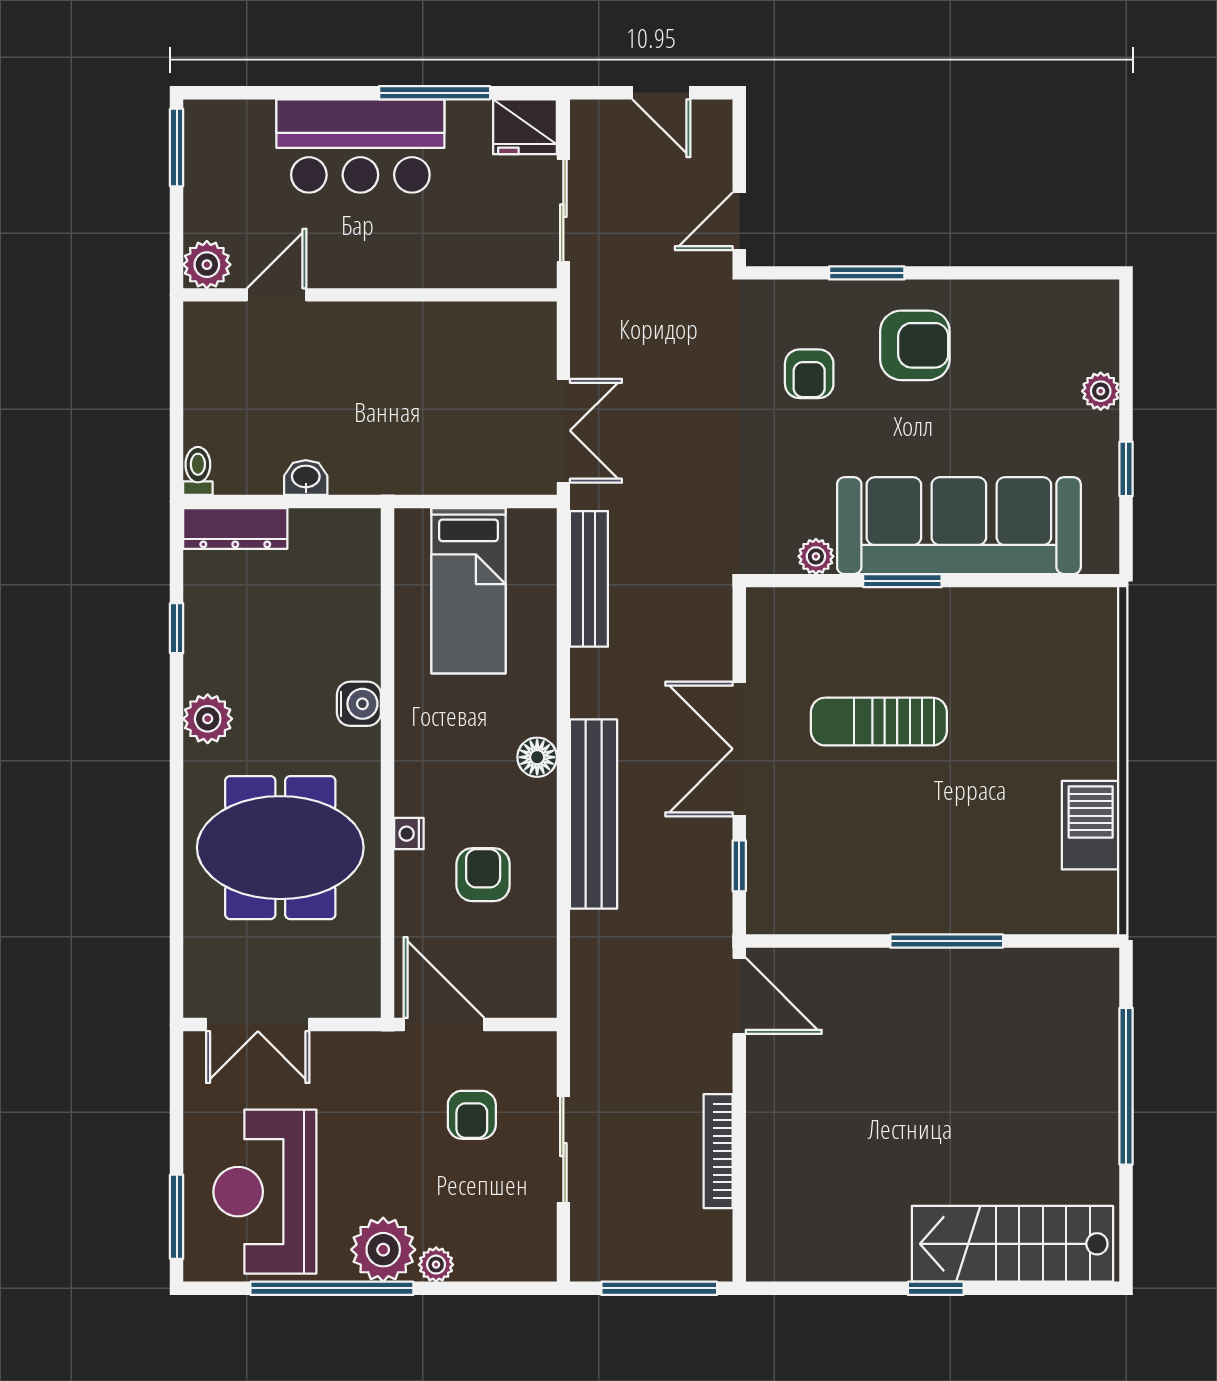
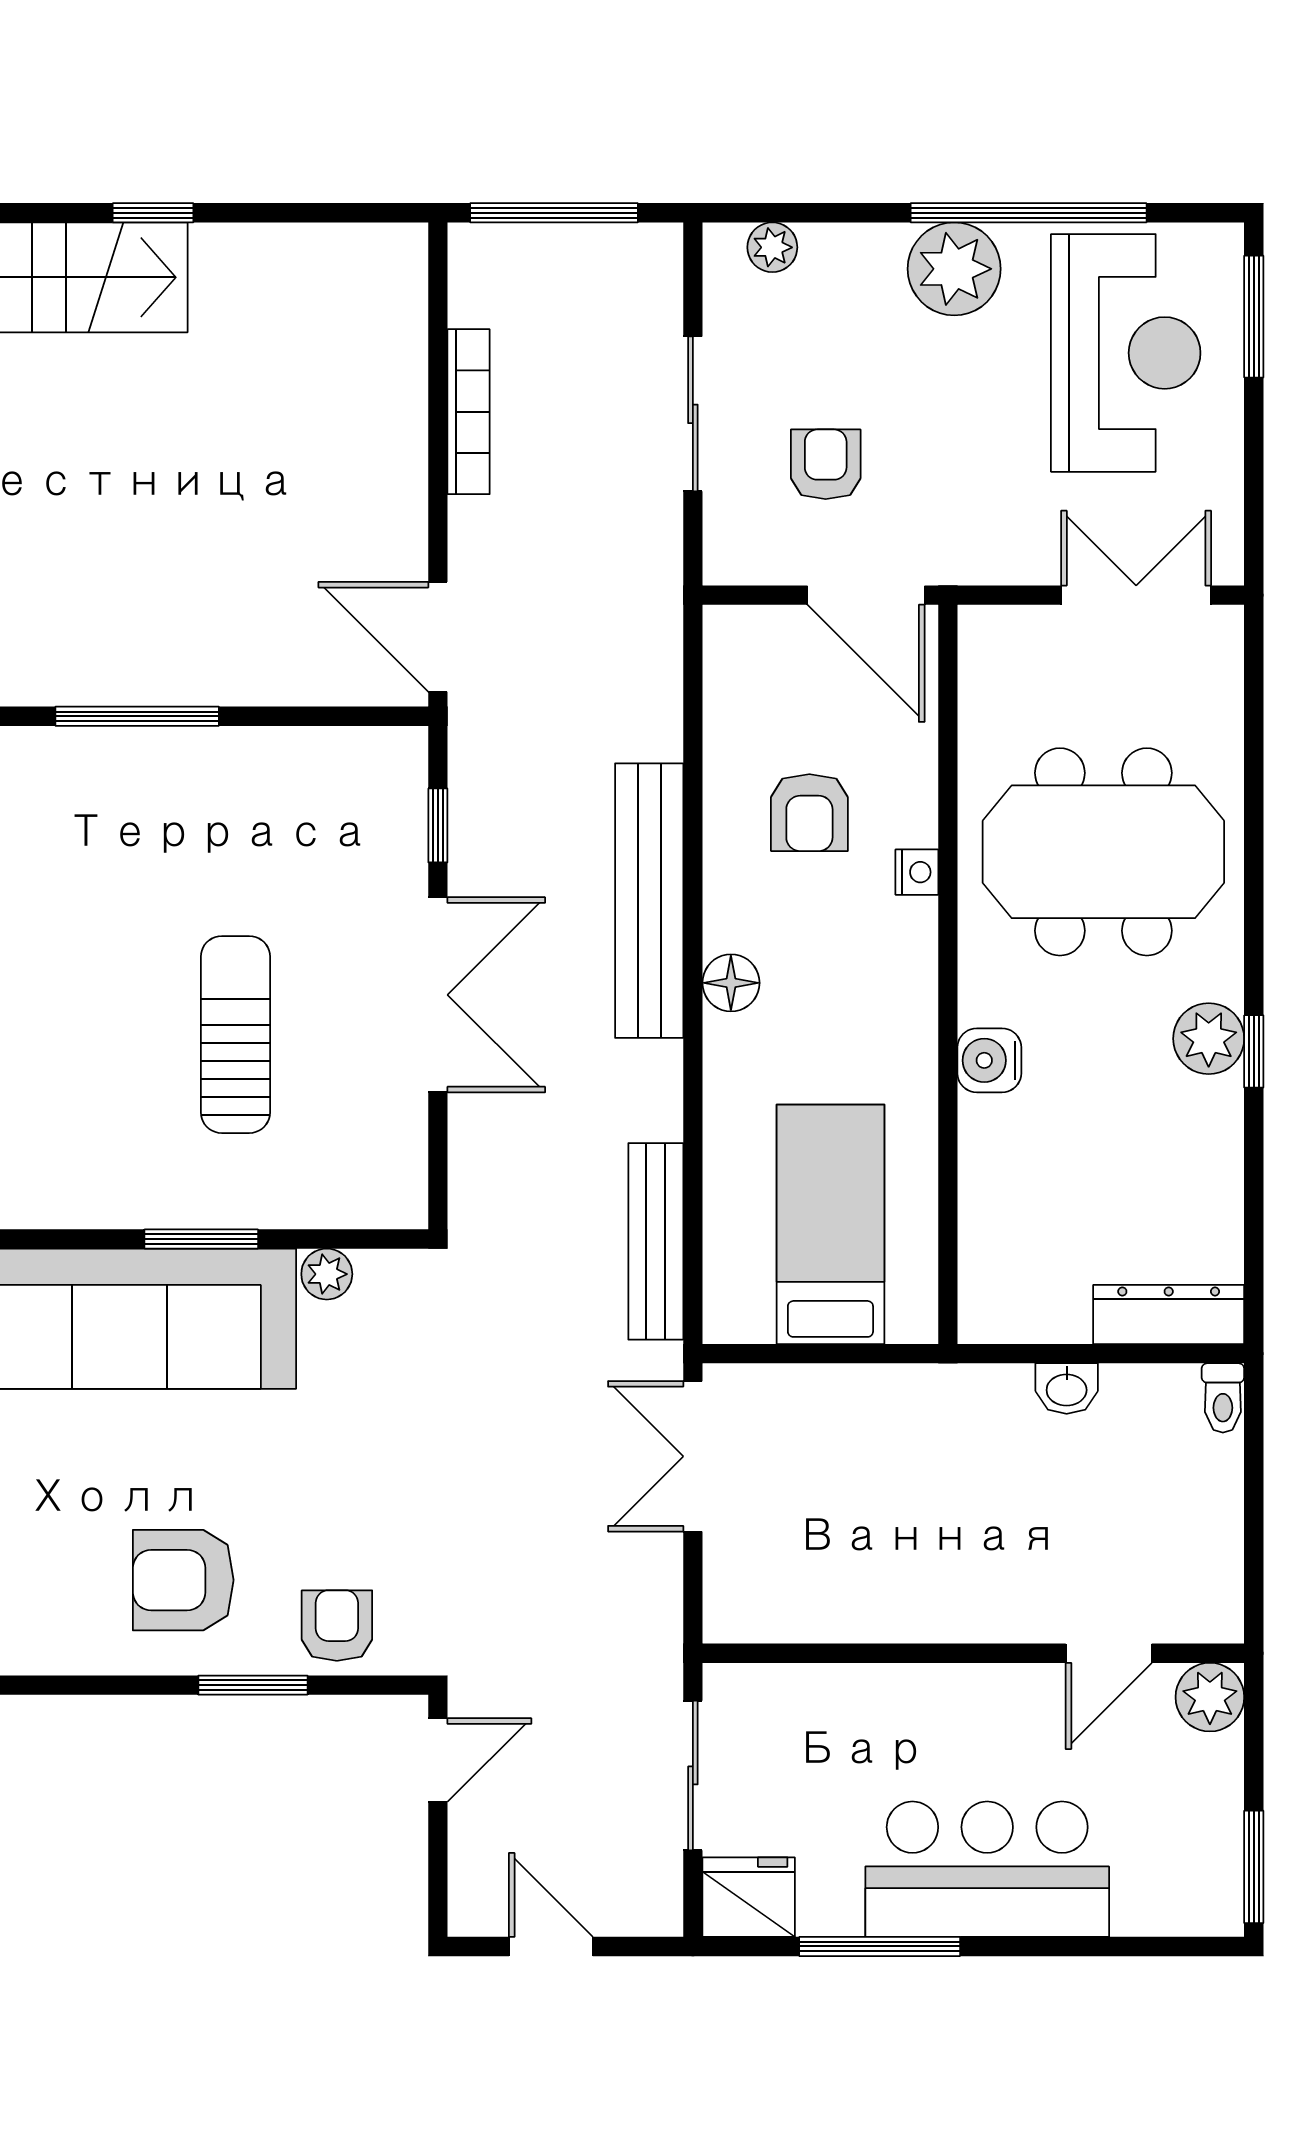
armchair: (809, 374) -> (337, 1626), moved
window: (177, 628) -> (1254, 1051), moved
sun lounger: (879, 722) -> (235, 1035), turned -90
plant: (436, 1265) -> (772, 247), moved

